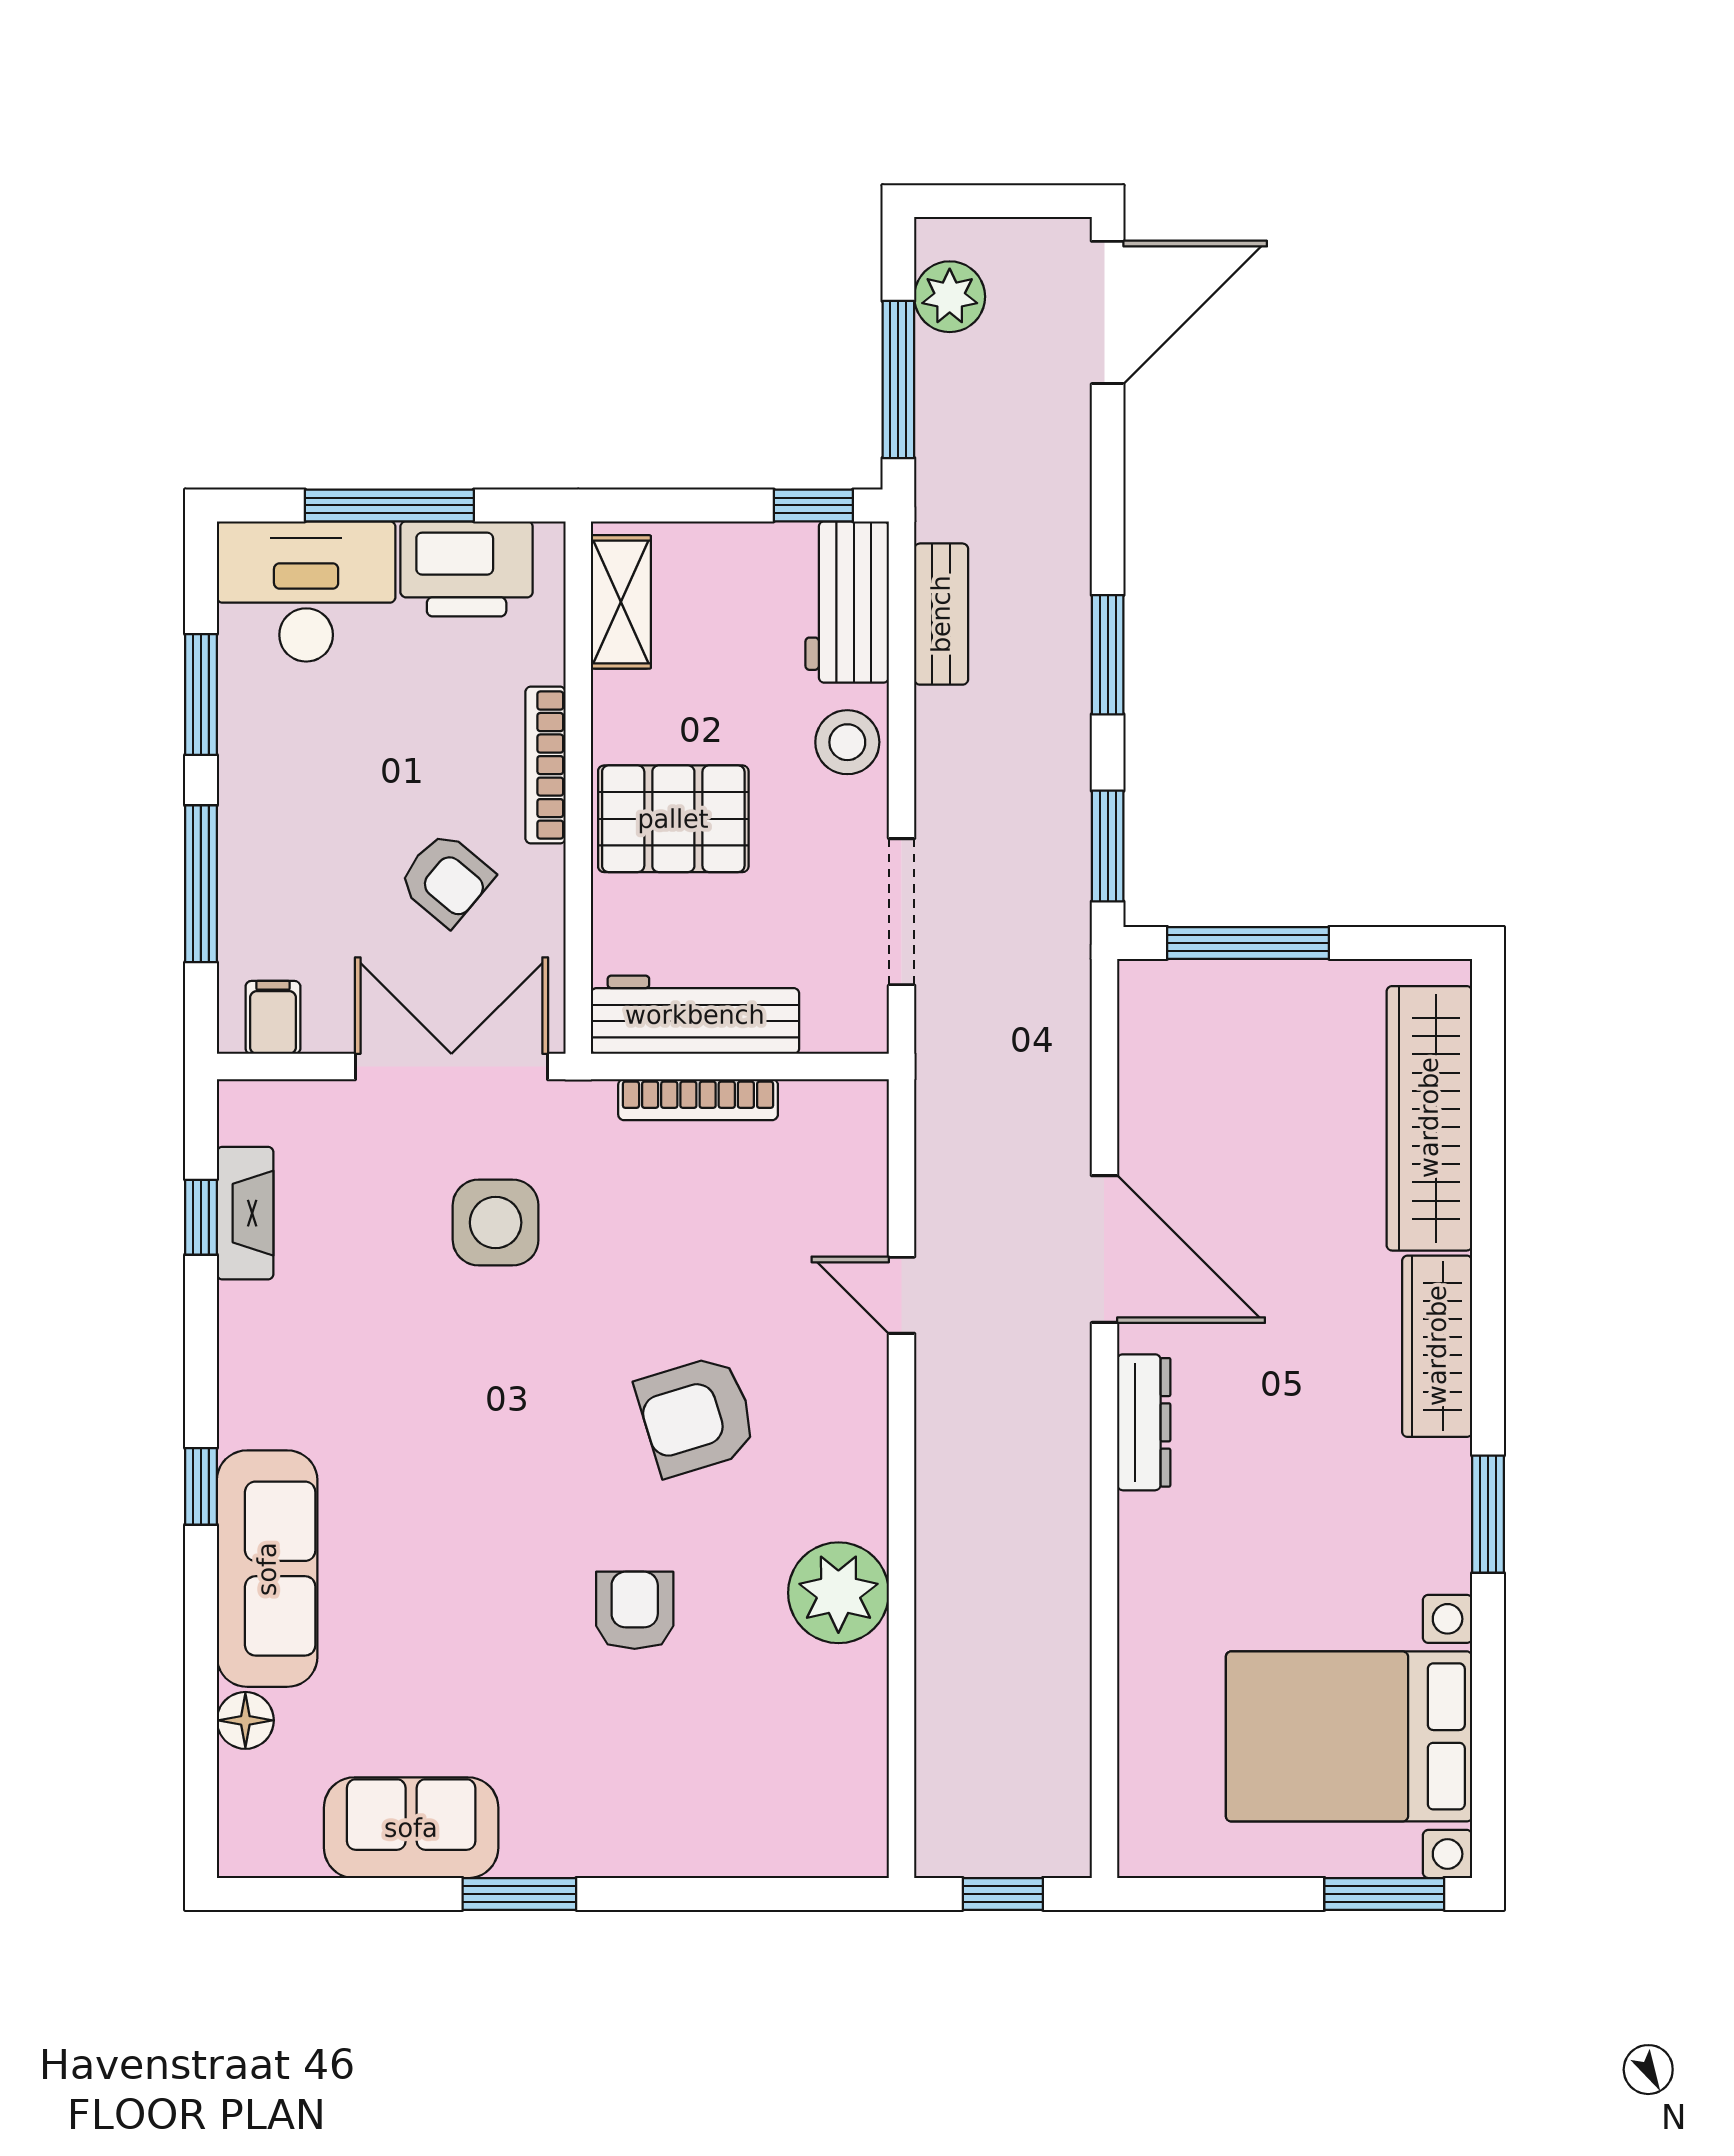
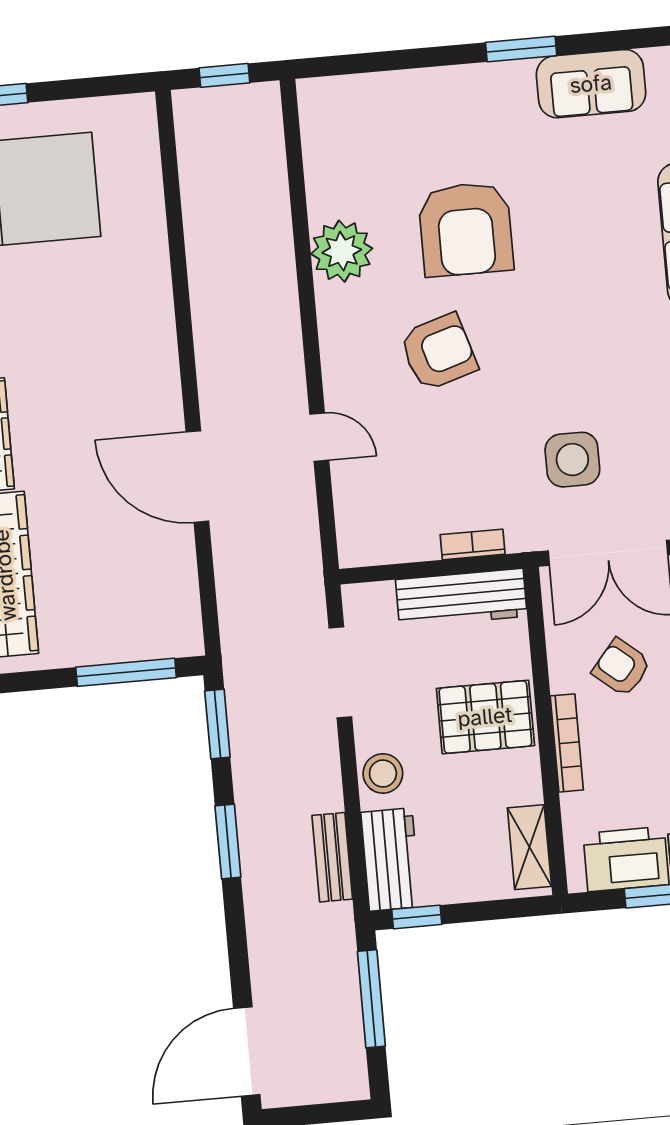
plant: (950, 297) -> (344, 1052), removed
bookcase: (698, 1100) -> (473, 544), width x0.64
dresser: (1144, 1422) -> (164, 372), removed
armchair: (635, 1610) -> (466, 229), width x1.88, depth x1.88

